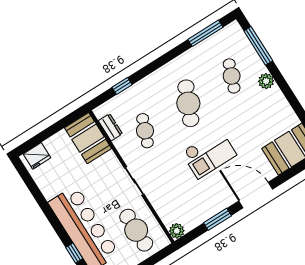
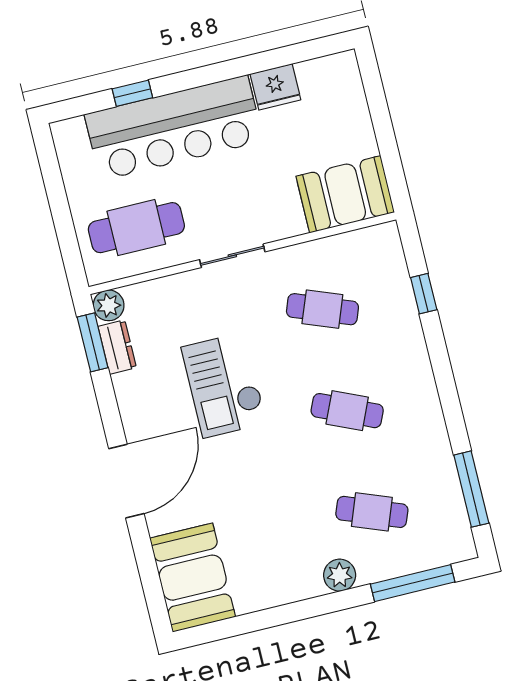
cafe table: (188, 103) -> (347, 411), width x0.73, depth x0.74
dresser: (110, 127) -> (117, 347), moved, turned -90
checkout: (209, 154) -> (224, 385), moved
fridge: (37, 156) -> (275, 87), moved, turned -90
window: (217, 219) -> (93, 342), moved

